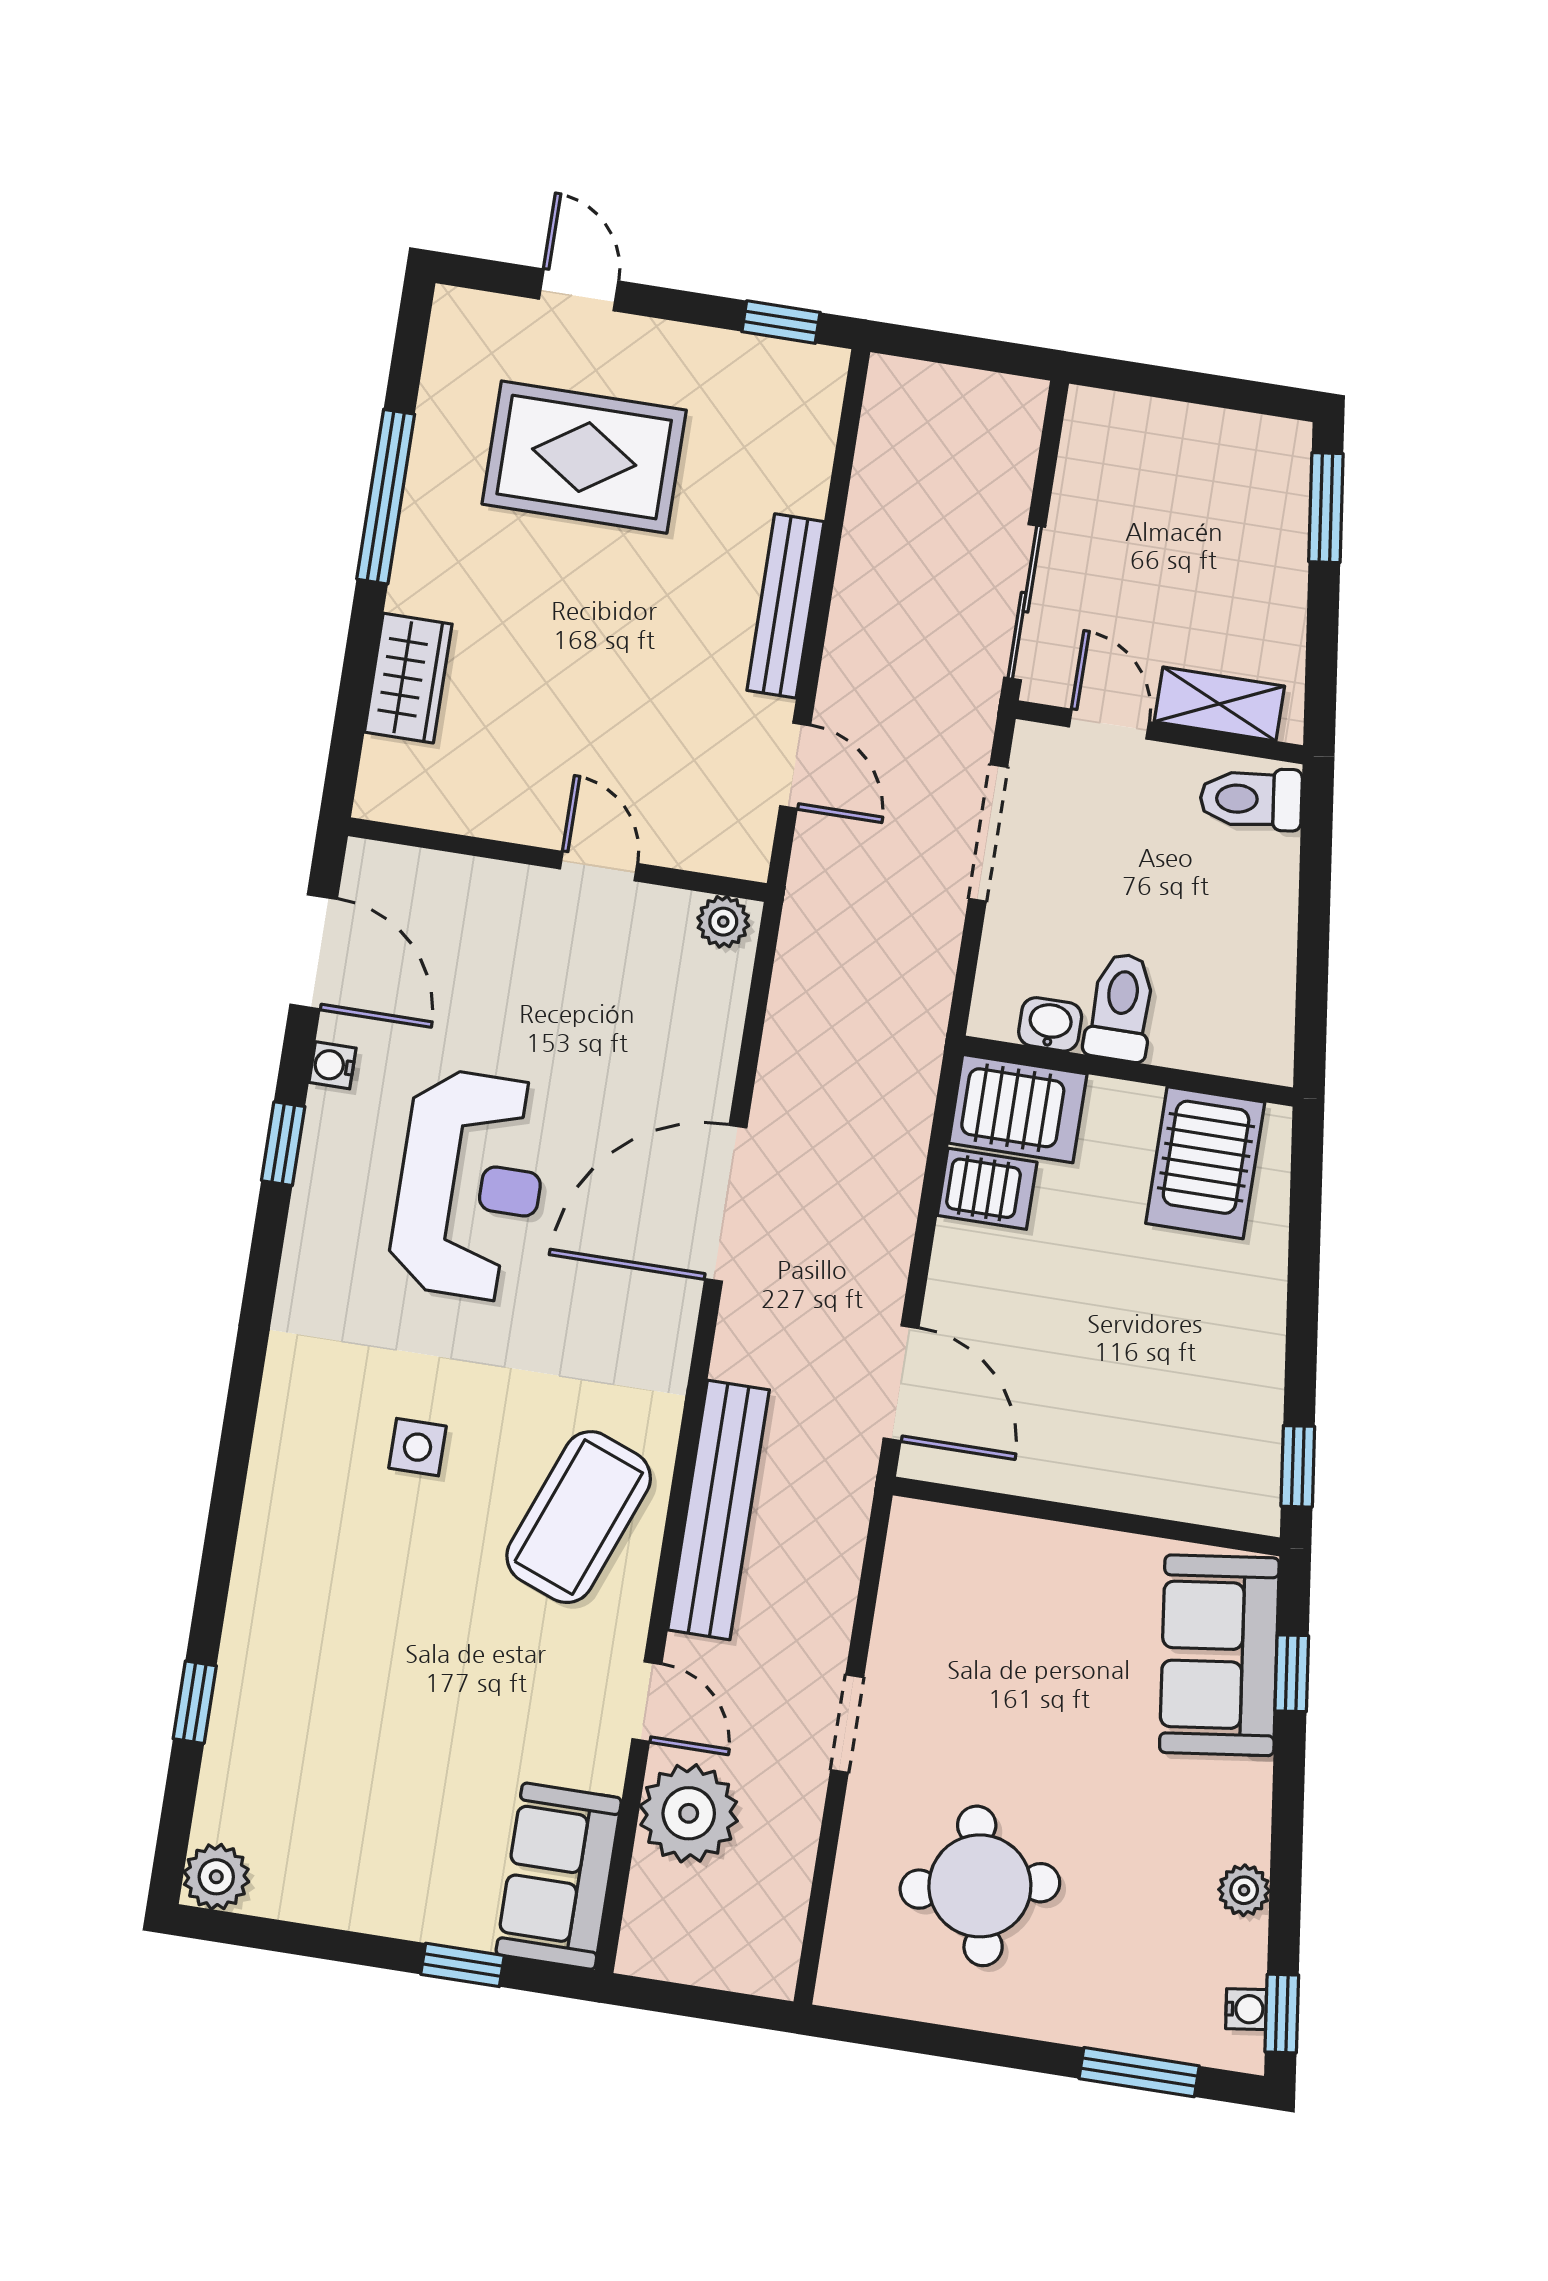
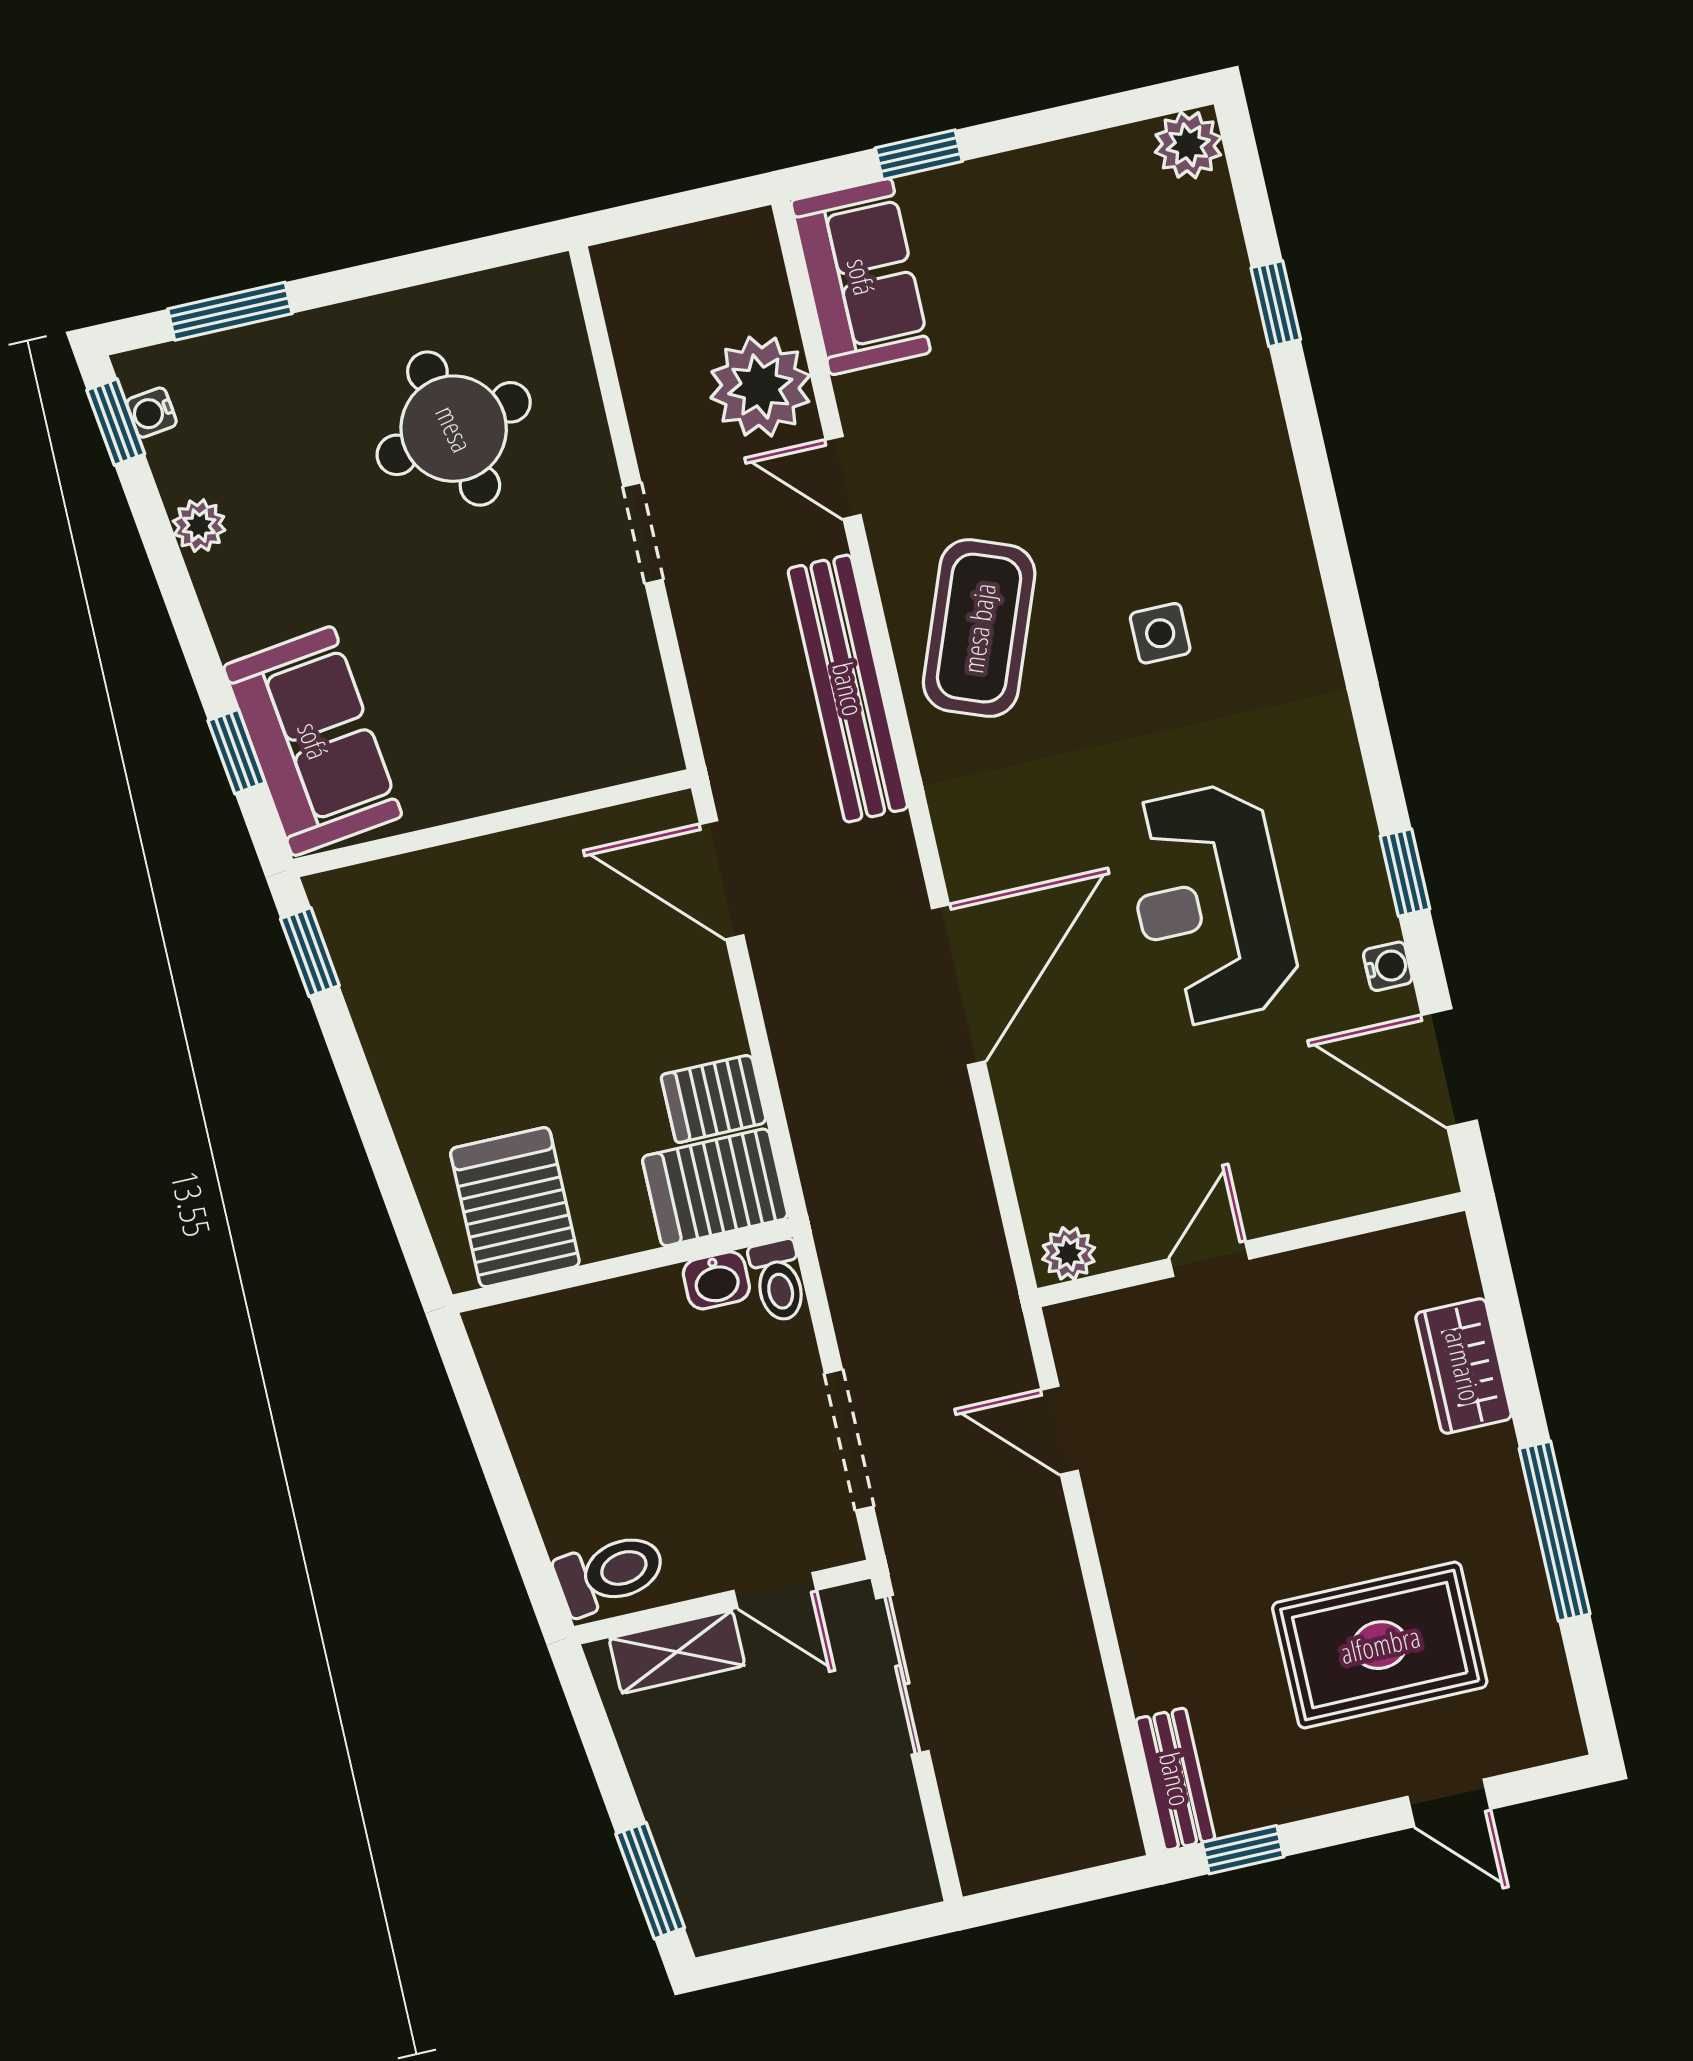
bench: (785, 606) -> (1175, 1779), moved, width x0.73
door: (599, 866) -> (1209, 1259), swing flipped
toilet: (1121, 1007) -> (778, 1281), moved, width x0.73, depth x0.72

